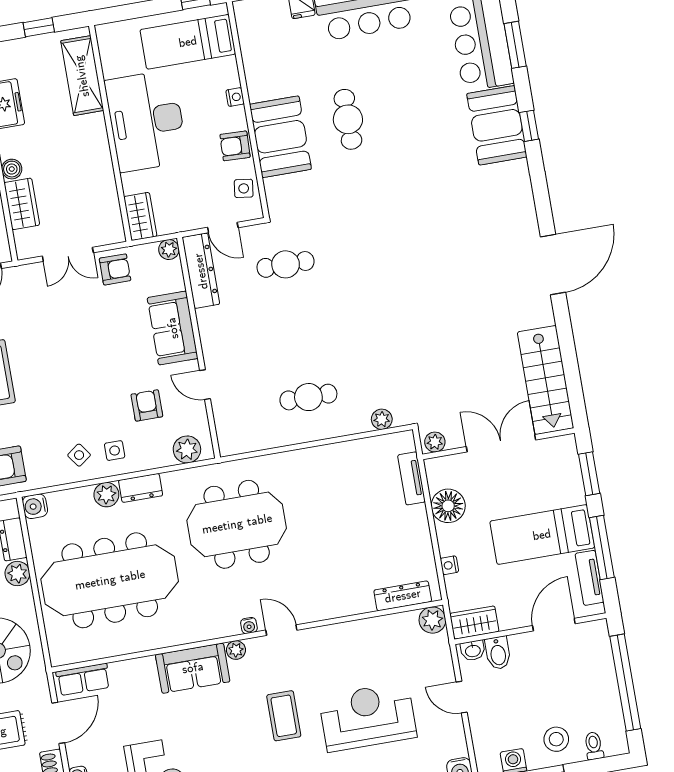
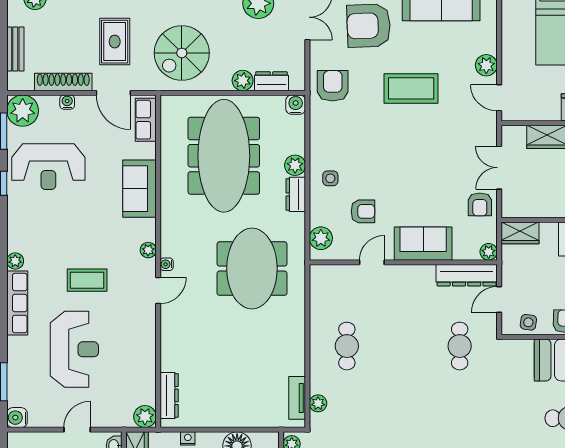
side table: (79, 455) -> (332, 148), removed
tv unit: (411, 478) -> (297, 398), moved, turned -90
sofa: (193, 668) -> (139, 189), moved

